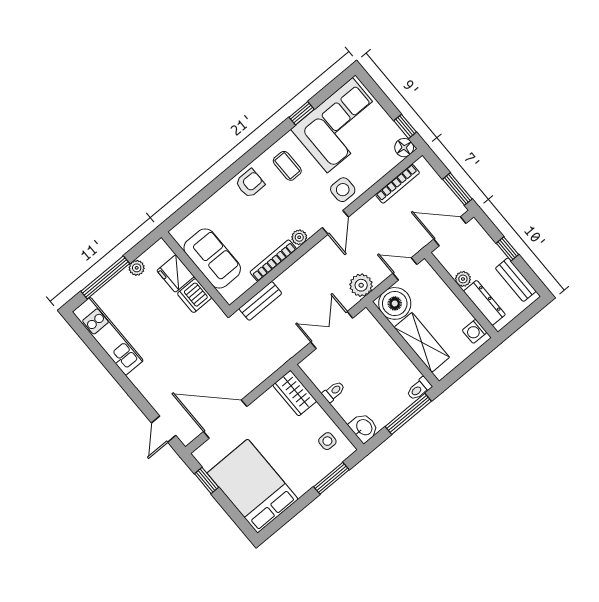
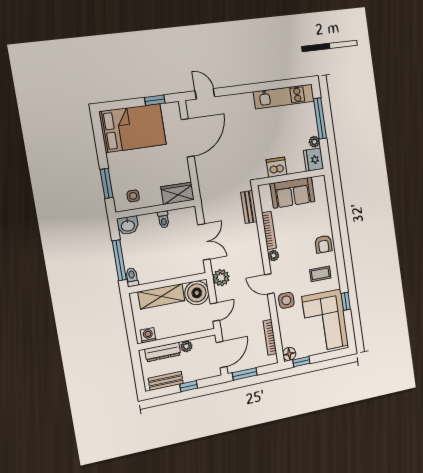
fridge: (175, 274) -> (314, 160), moved, turned -90

